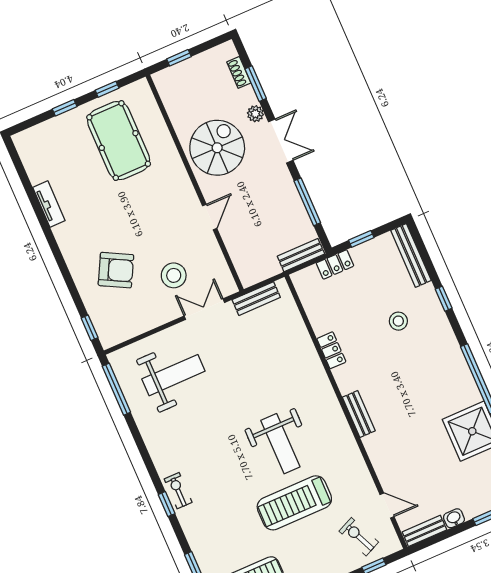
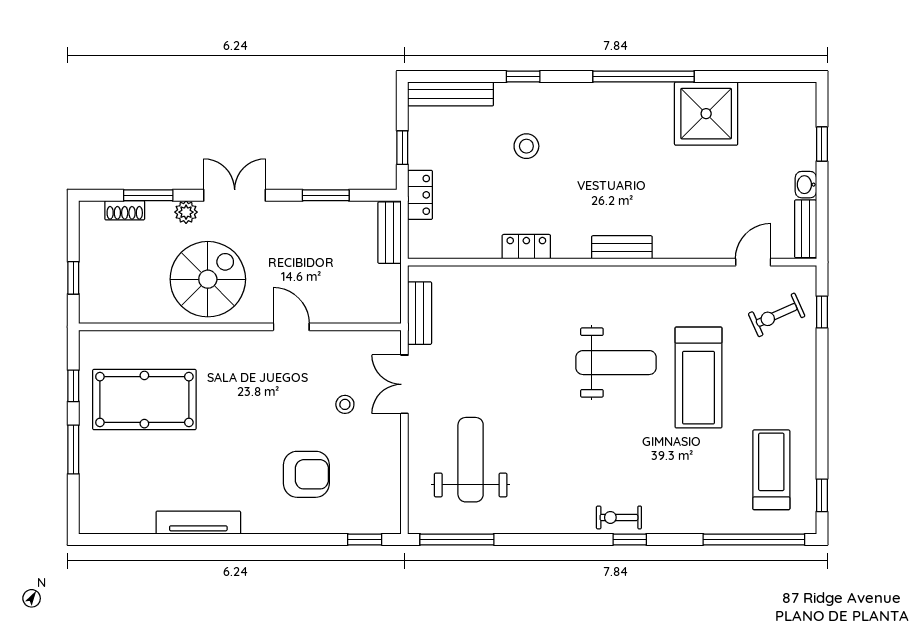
window: (65, 108) -> (73, 450), width x1.50
spiral stairs: (217, 148) -> (208, 279), turned 90
window: (307, 202) -> (326, 195), width x0.69
tv unit: (49, 204) -> (198, 523), width x1.41
armchair: (116, 270) -> (306, 474), turned 62
stool: (174, 275) -> (345, 404), width x0.53, depth x0.53

